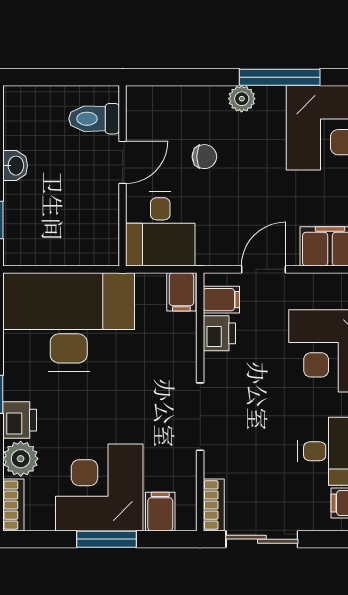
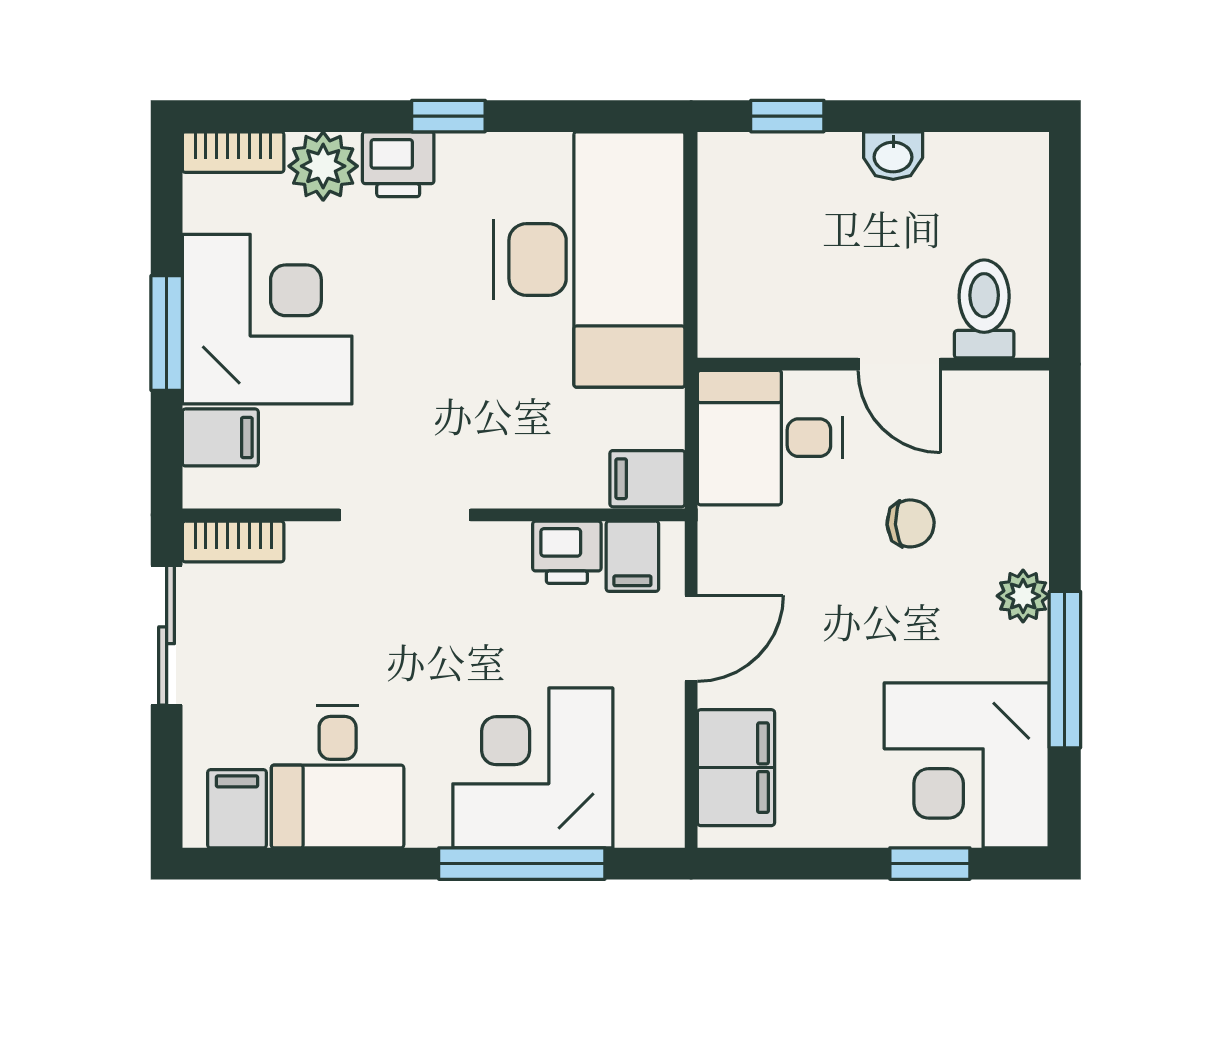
chair: (204, 157) -> (911, 523), turned -93
door: (264, 269) -> (691, 638), hinge flipped

